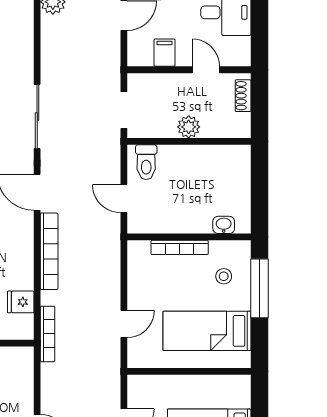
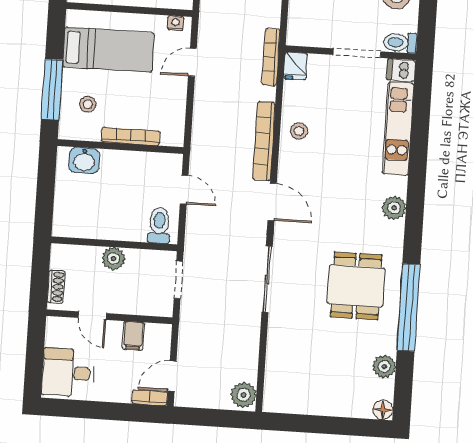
washbasin: (224, 225) -> (84, 160), width x1.38, depth x1.45
stool: (15, 263) -> (299, 131), added
fridge: (21, 302) -> (296, 66), moved, turned 90
nightstand: (143, 361) -> (175, 23), added

